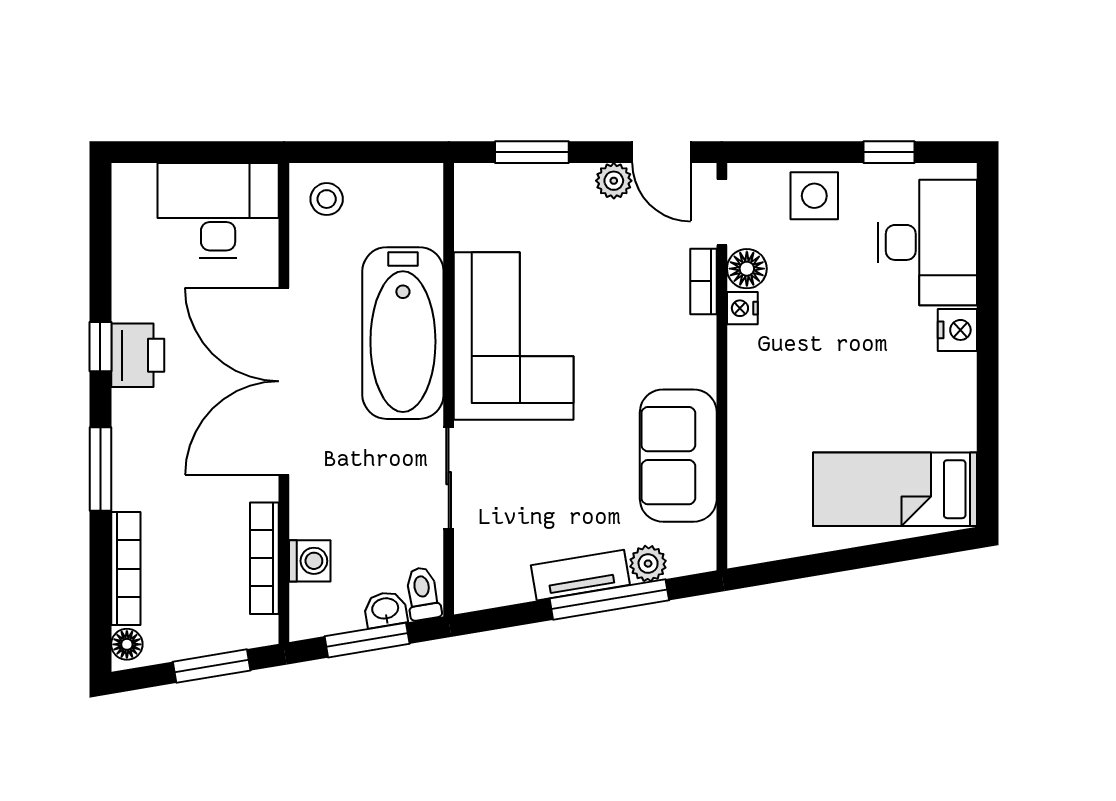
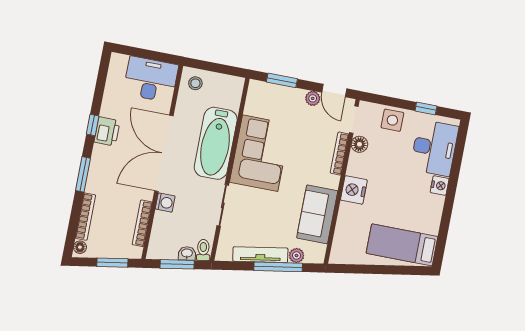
bookcase: (703, 281) -> (340, 154), width x1.56
nightstand: (742, 308) -> (354, 190), moved, width x1.89, depth x1.79
washing machine: (310, 561) -> (165, 203), moved
tv unit: (580, 575) -> (260, 255), width x1.41

